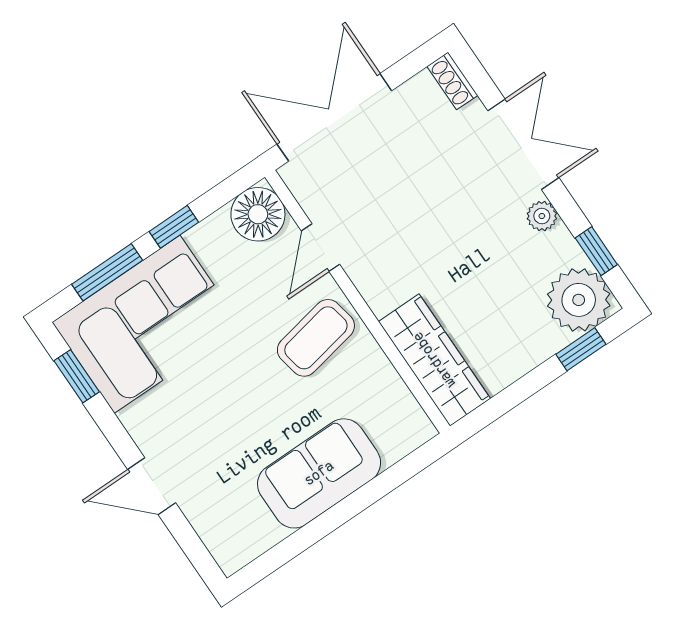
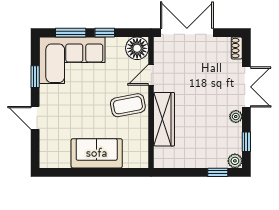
plant: (579, 300) -> (235, 161), width x0.53, depth x0.53
wardrobe: (434, 360) -> (164, 119), moved
window: (77, 376) -> (35, 77), moved

